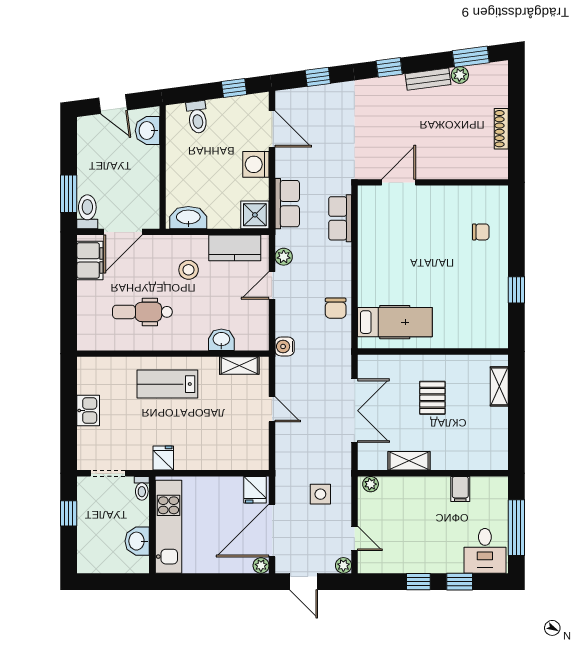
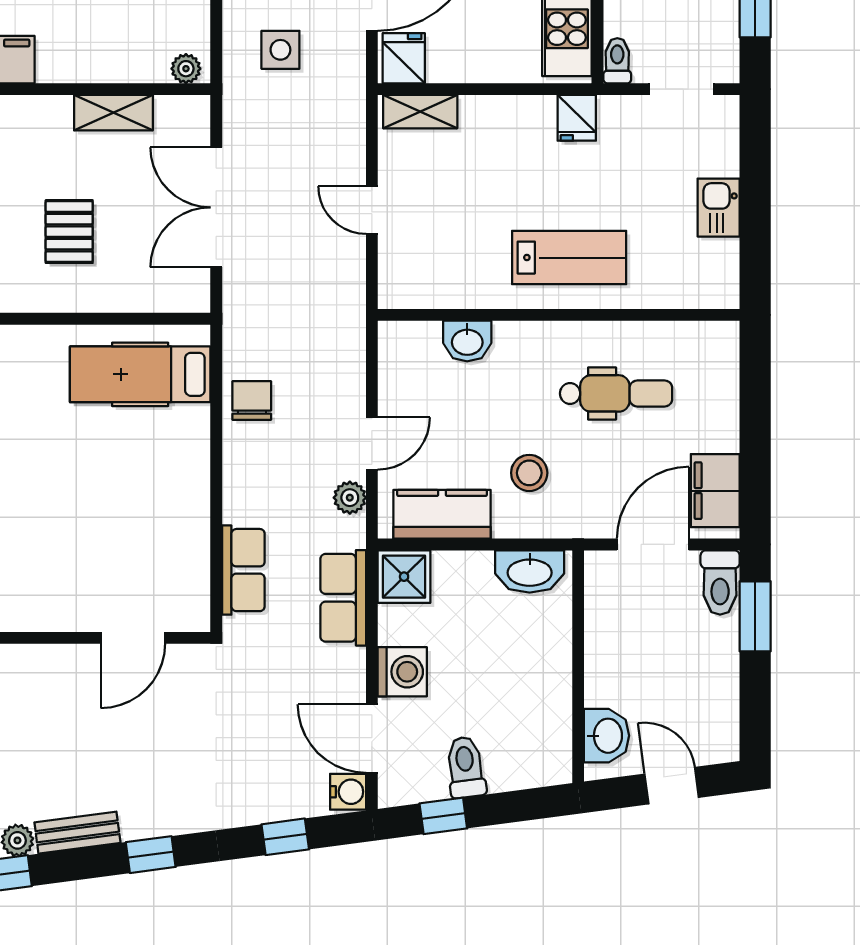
toilet: (197, 117) -> (466, 767), moved
water cooler: (285, 346) -> (348, 792), moved
shelving: (239, 366) -> (420, 112), moved

